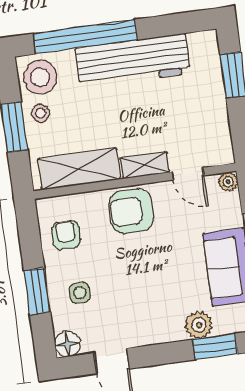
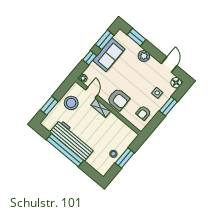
window: (85, 37) -> (65, 150), moved
stool: (40, 77) -> (71, 103), moved
shelving: (79, 169) -> (120, 127), removed
plant: (199, 325) -> (144, 56), moved

